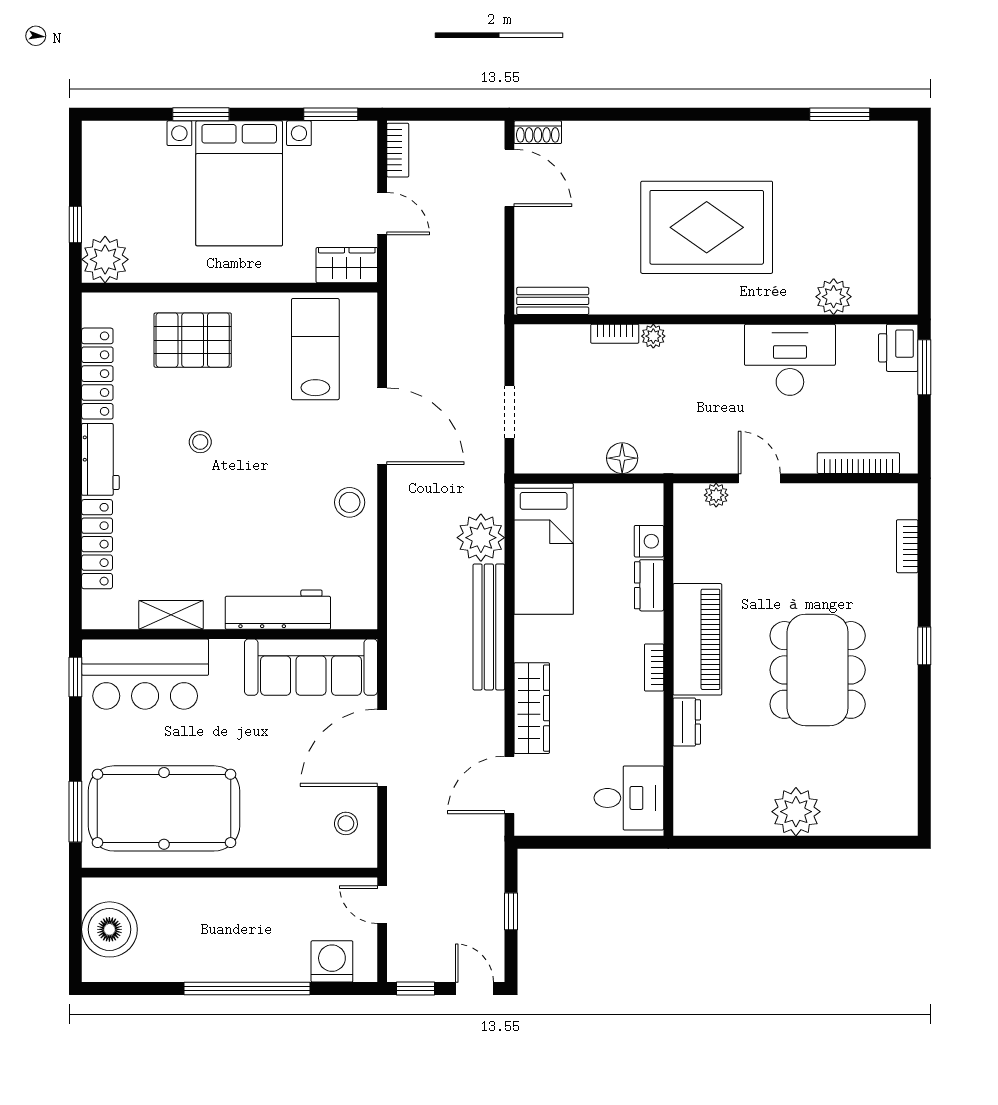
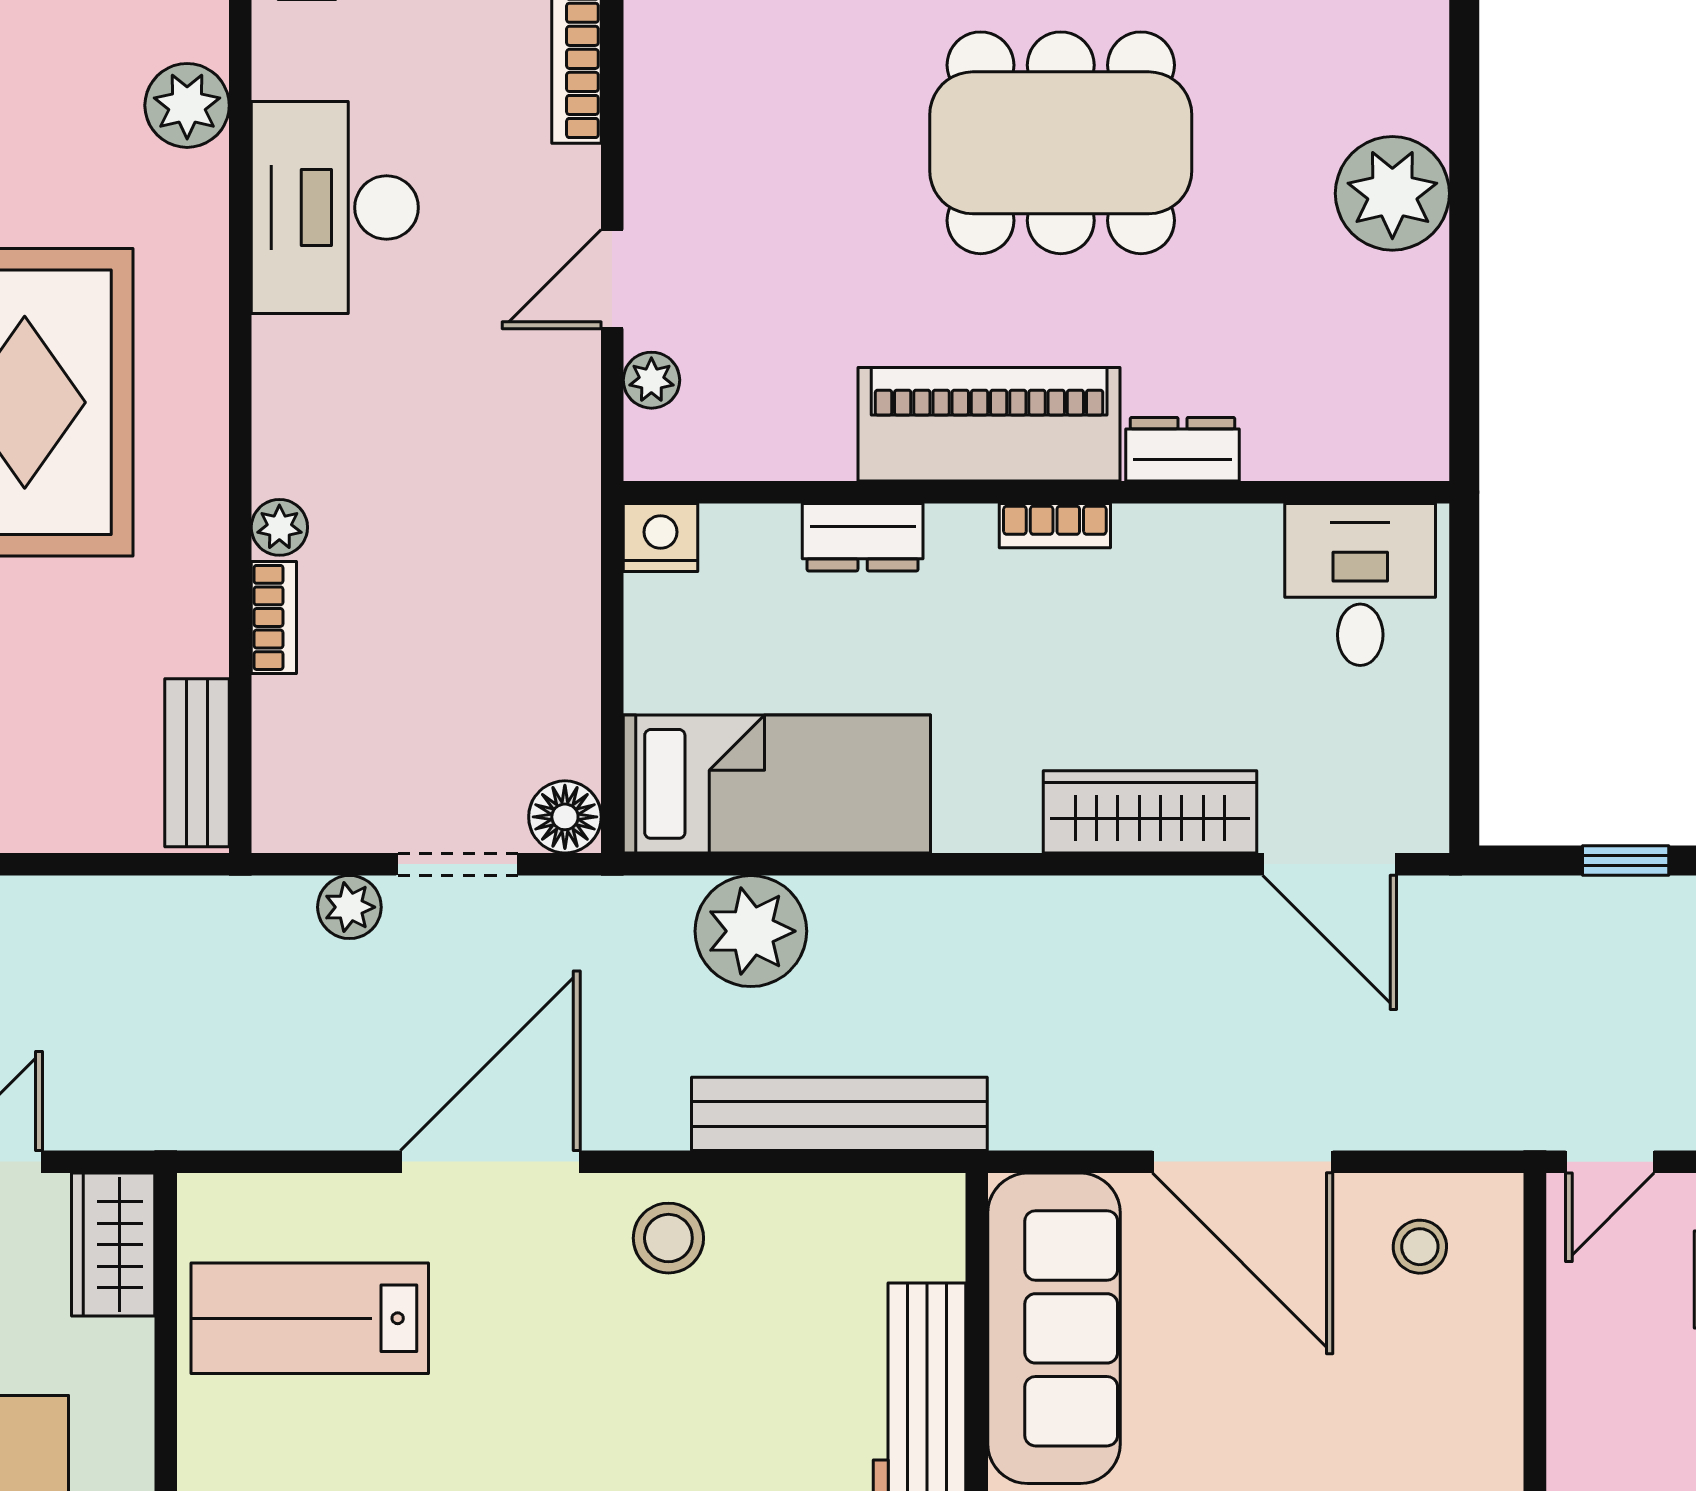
plant: (491, 366) -> (349, 907), added
floor lamp: (622, 458) -> (565, 817), moved
nightstand: (649, 541) -> (661, 537), moved
bench: (489, 627) -> (839, 1114), moved

